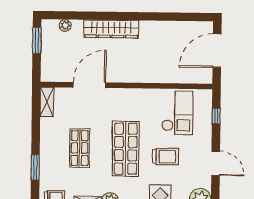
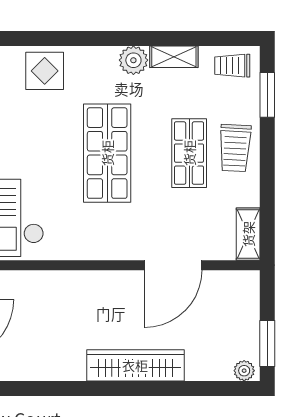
plant: (65, 25) -> (244, 371), moved
trolley: (166, 157) -> (235, 148), moved, turned -87
window: (35, 167) -> (267, 95), moved

